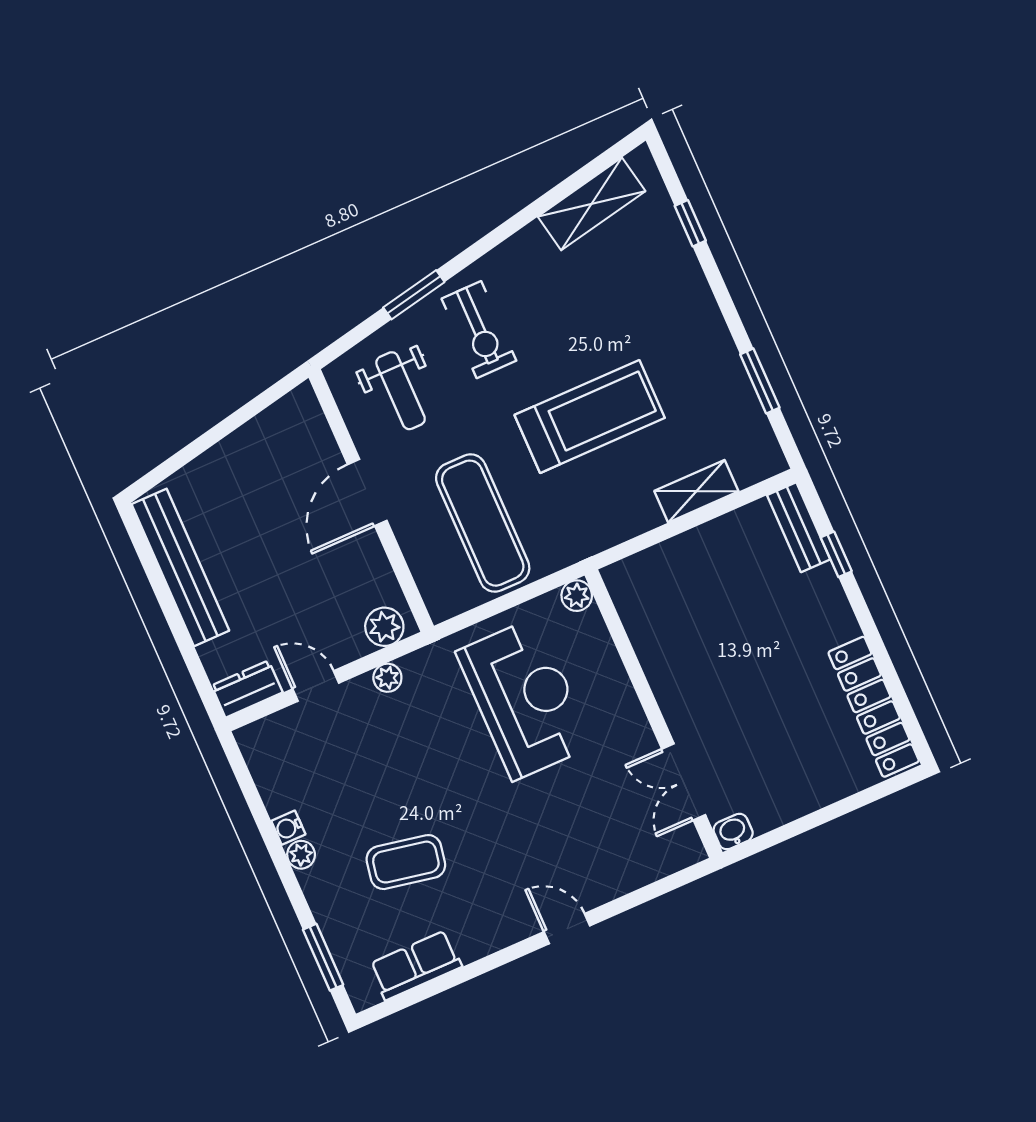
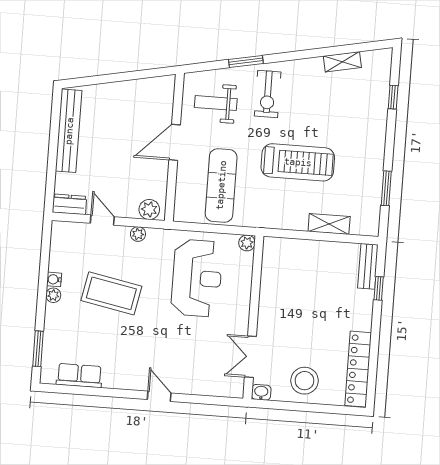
shelving: (592, 204) -> (342, 62), width x0.67, depth x0.75
weight bench: (401, 391) -> (216, 103), turned 90
stool: (795, 774) -> (304, 381), added
coffee table: (406, 862) -> (111, 293), moved, width x1.36, depth x1.32

